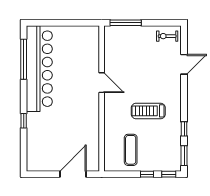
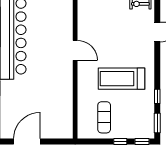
treadmill: (148, 111) -> (122, 79), width x1.37, depth x1.38
door: (73, 174) -> (27, 142), moved

